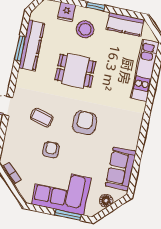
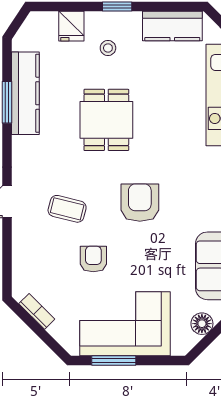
stool: (85, 29) -> (108, 48), width x0.53, depth x0.53
dining table: (75, 71) -> (106, 120), turned 90
window: (68, 215) -> (114, 361), moved

